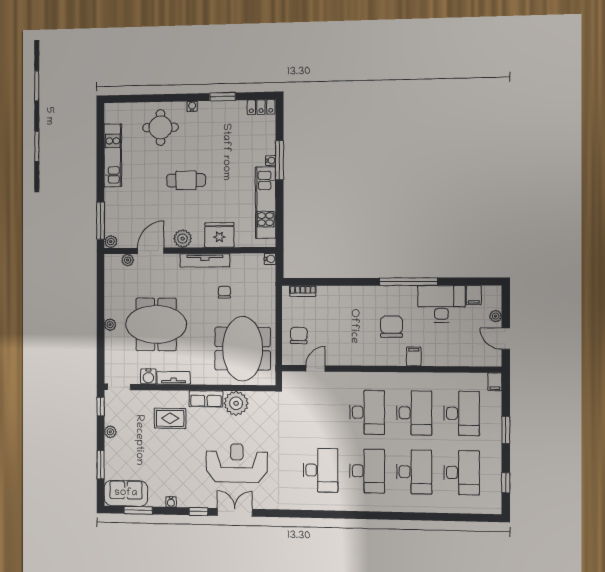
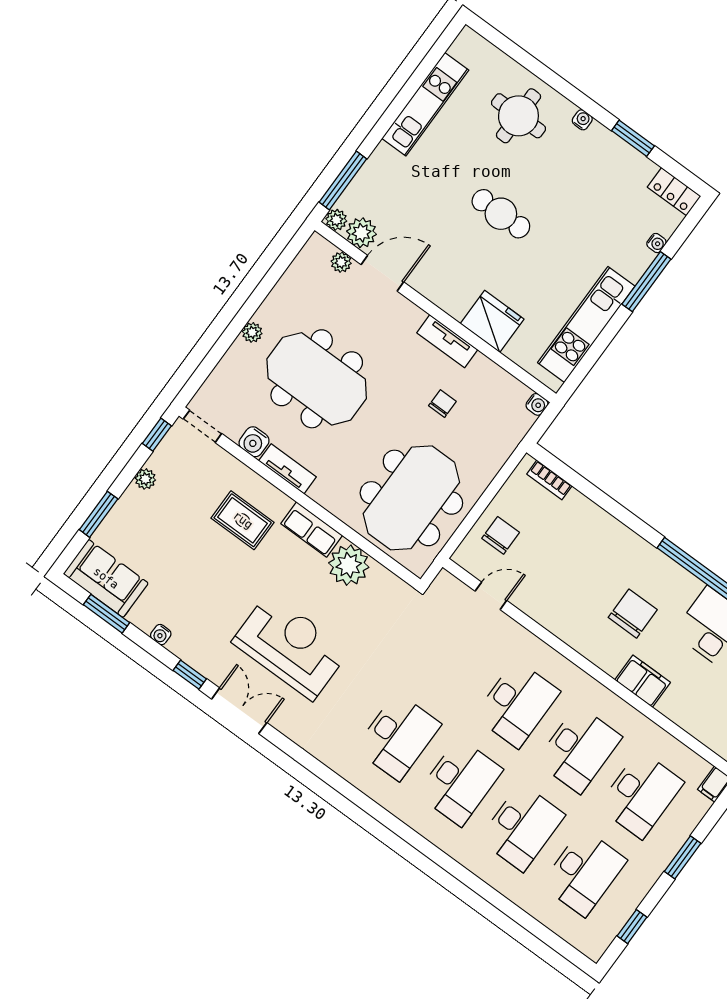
water cooler: (271, 161) -> (656, 243), moved
plant: (183, 239) -> (361, 233), moved
tv unit: (205, 260) -> (447, 341), width x0.71
filing cabinet: (414, 356) -> (643, 681), width x2.00

